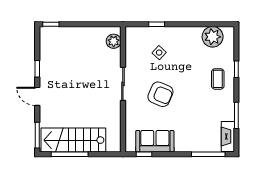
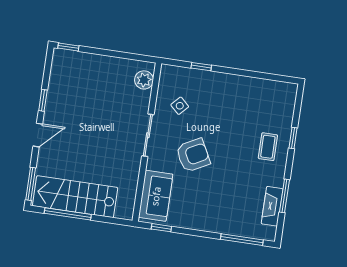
plant: (213, 37) -> (269, 93), removed
side table: (159, 53) -> (180, 106), moved
armchair: (160, 94) -> (193, 155), turned -51
door: (37, 96) -> (38, 135), swing flipped
fireplace: (228, 137) -> (272, 206), moved
sofa: (155, 141) -> (156, 196), moved, turned 90

